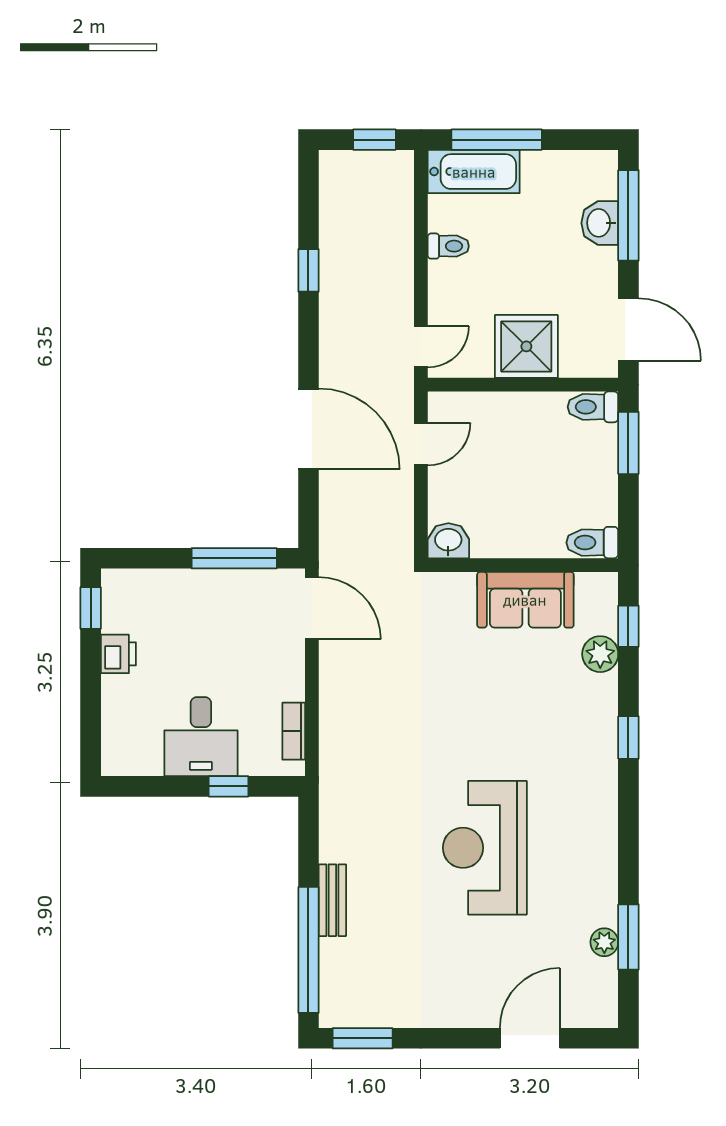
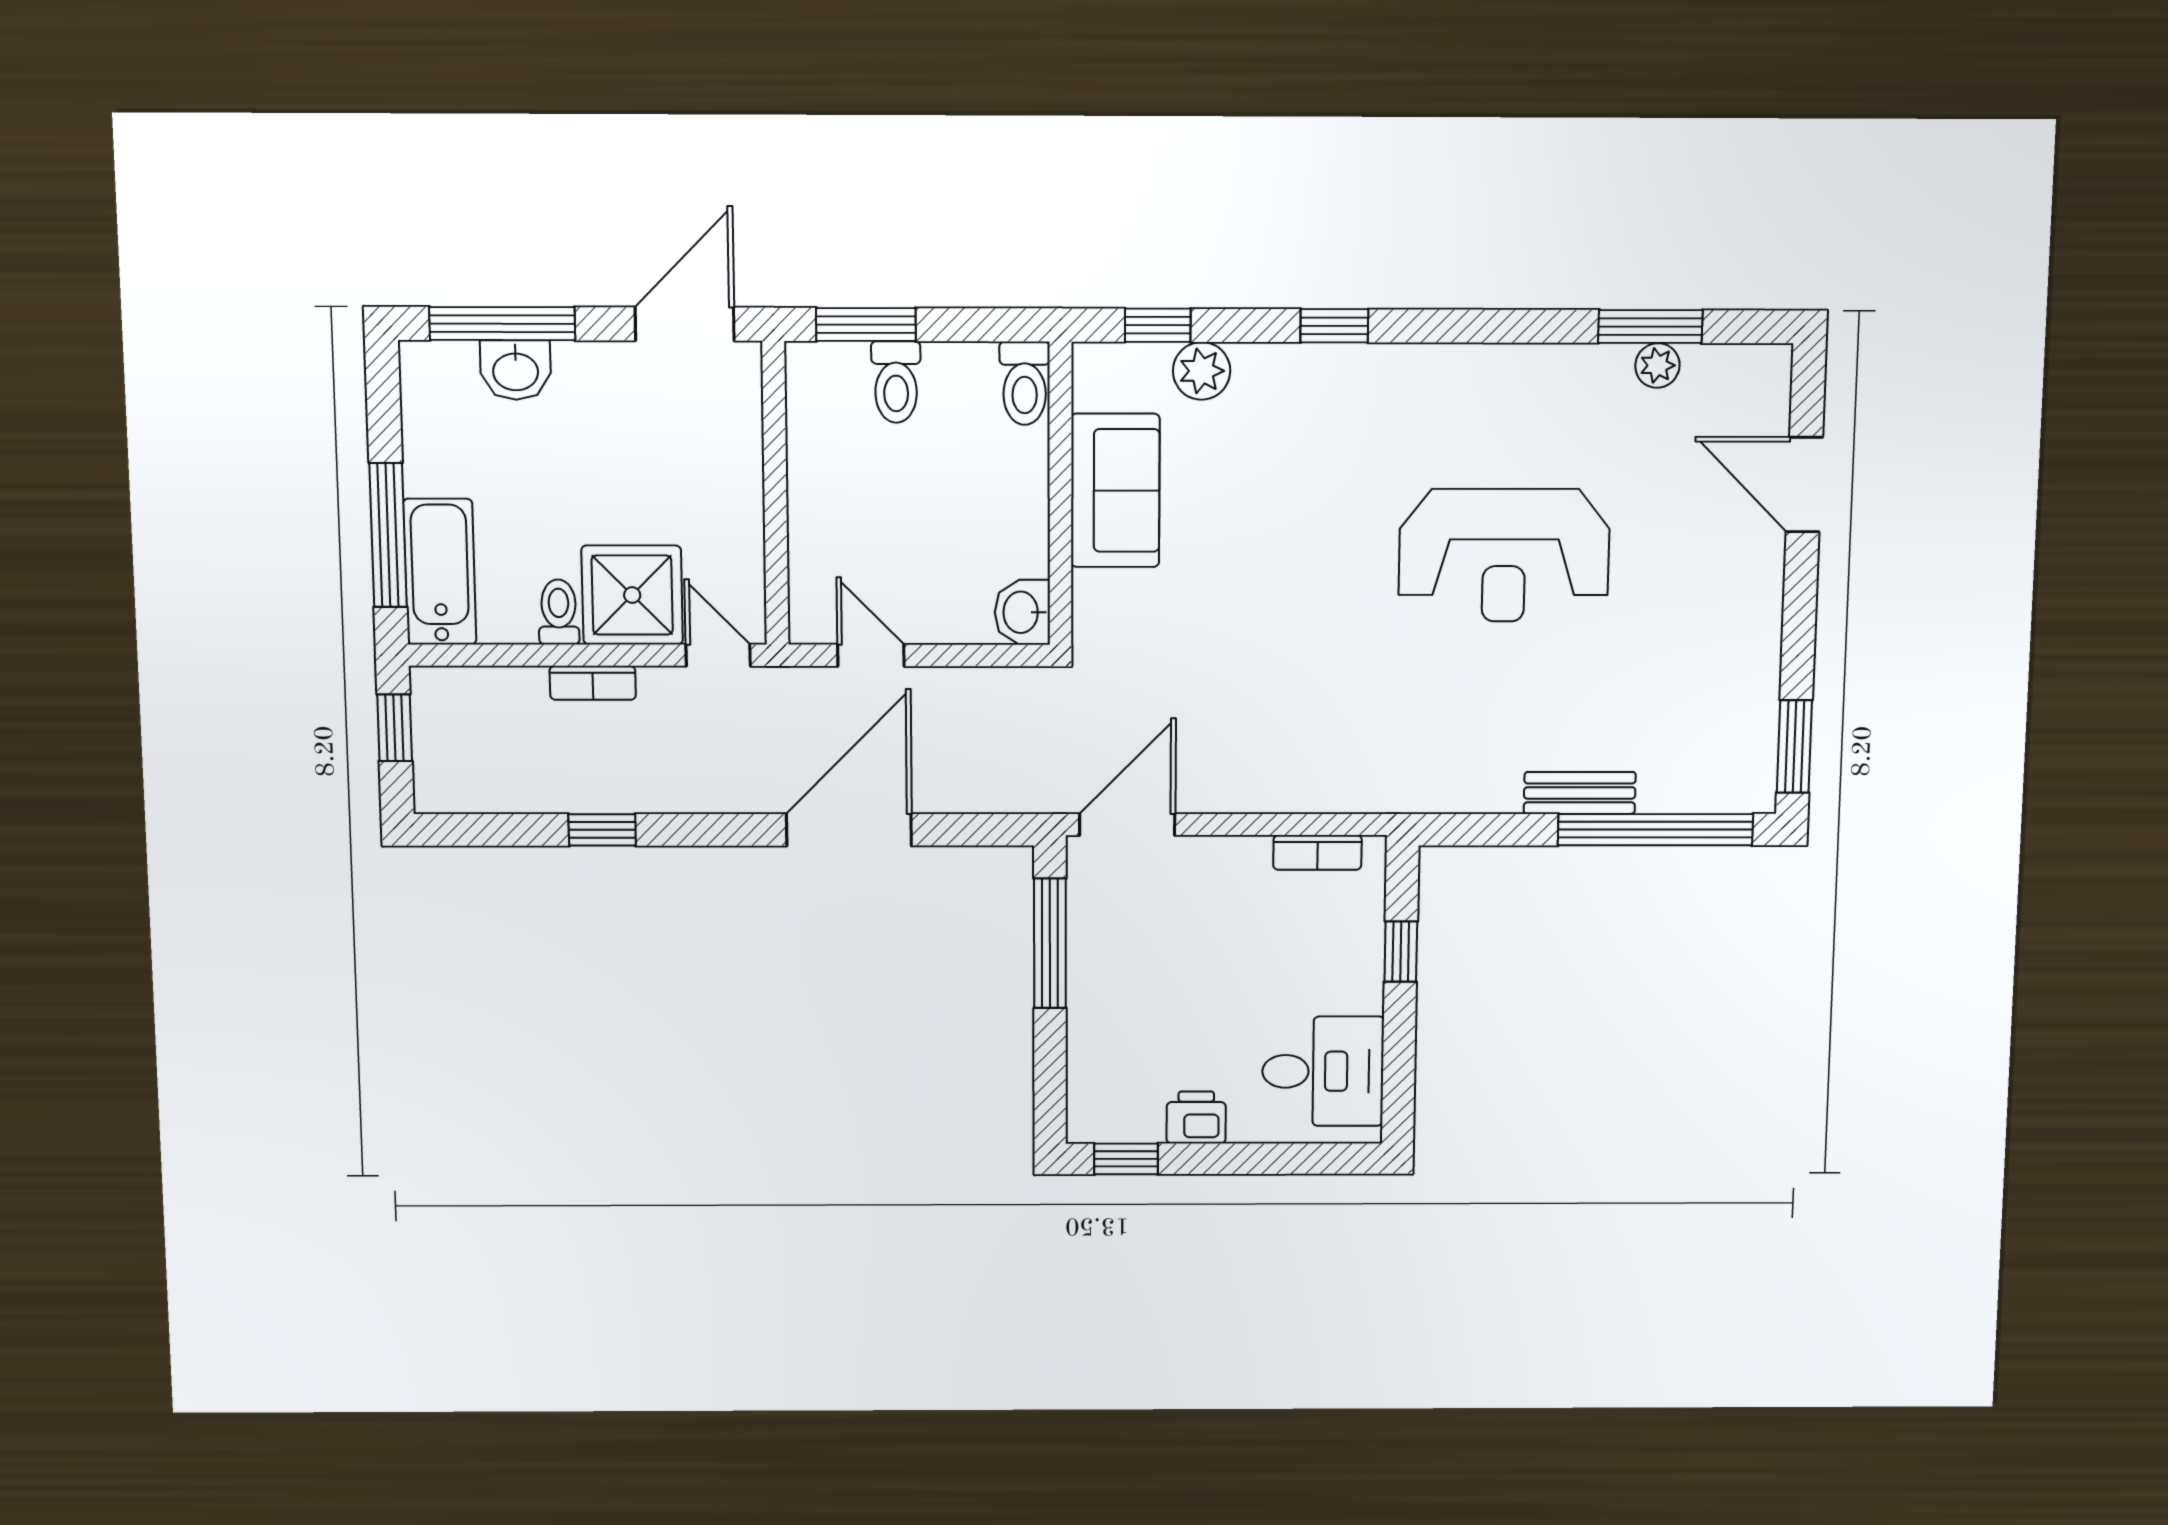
bookcase: (403, 267) -> (593, 683), added
shower: (526, 346) -> (632, 595), moved
toilet: (593, 407) -> (896, 382), moved
desk: (201, 737) -> (1323, 1071), moved

